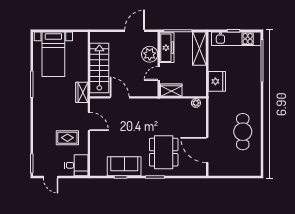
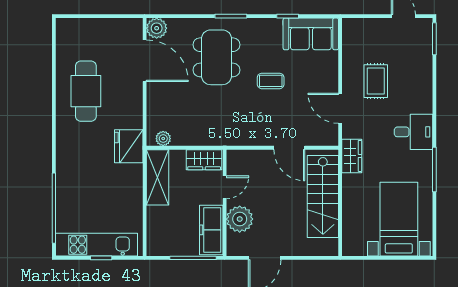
shelving: (199, 49) -> (157, 177), moved
fridge: (217, 81) -> (129, 146), moved
rug: (67, 138) -> (376, 81), turned 90
coffee table: (131, 138) -> (271, 81), added
desk: (76, 165) -> (414, 132), moved, turned 180
sofa: (124, 166) -> (311, 34), moved
plant: (200, 170) -> (157, 28), added

